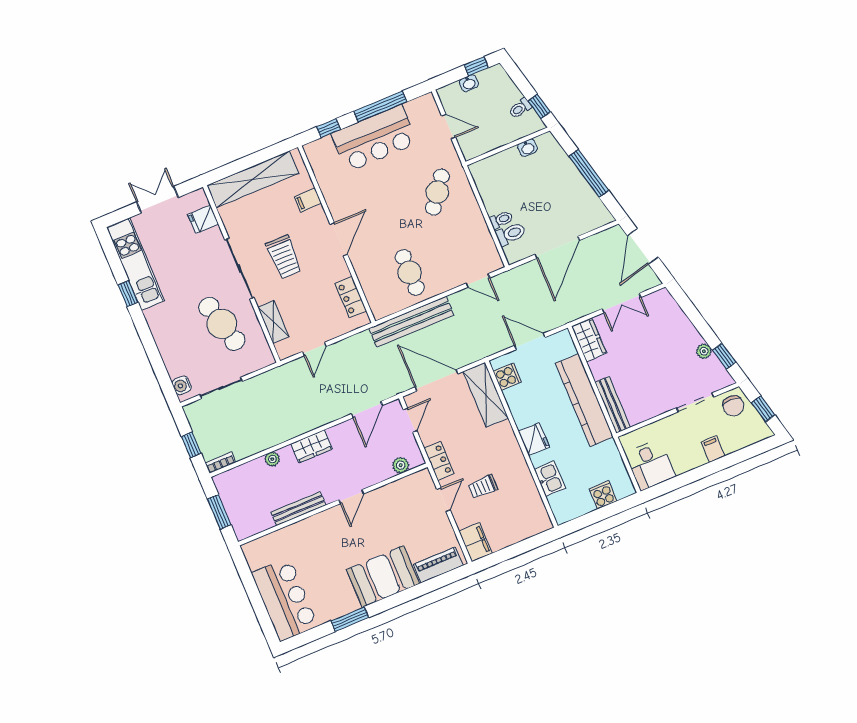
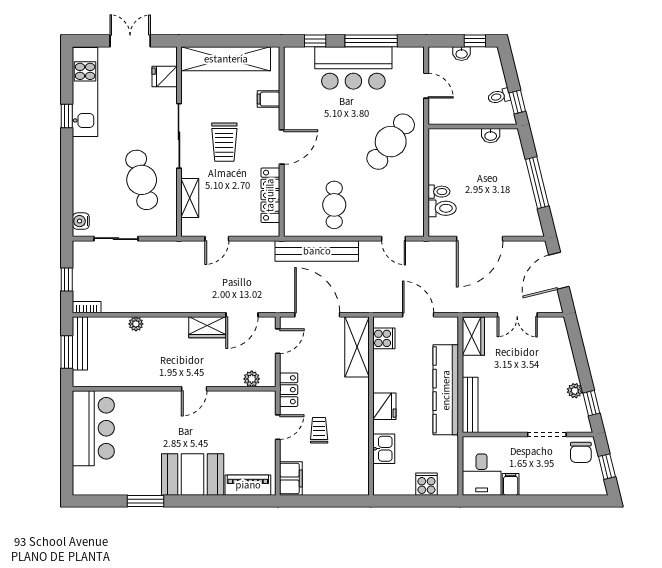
cafe table: (437, 192) -> (391, 142), width x1.37, depth x1.35
locker: (351, 297) -> (270, 195), width x1.53
wardrobe: (312, 446) -> (207, 327), moved
filing cabinet: (713, 449) -> (511, 484), moved
trolley: (483, 487) -> (319, 430), turned 90
bench: (298, 509) -> (80, 343), moved, turned 90
bar counter: (285, 599) -> (93, 428), moved

